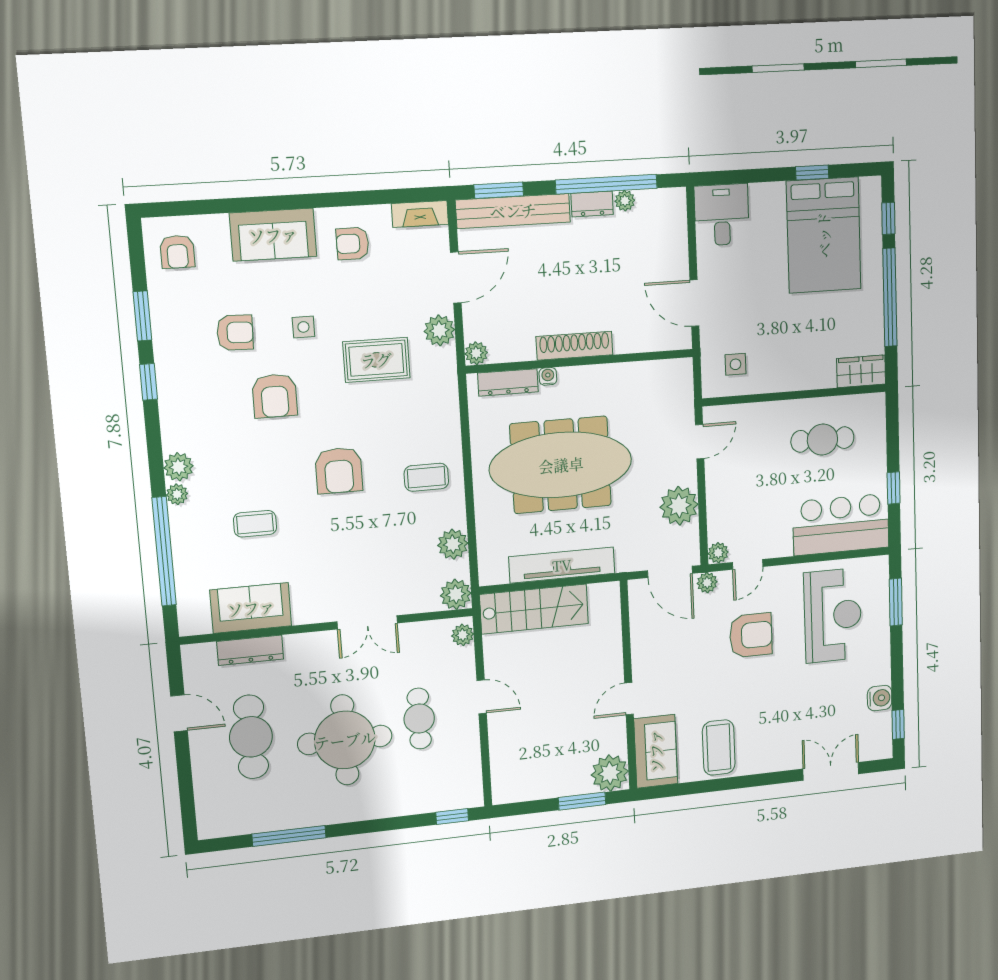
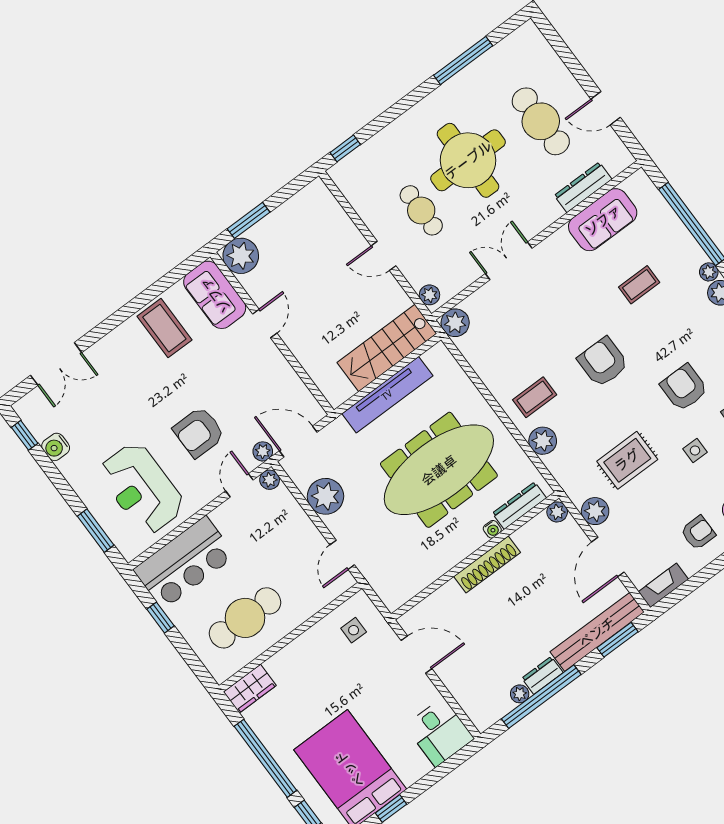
cafe table: (822, 439) -> (245, 618), width x1.37, depth x1.35
plant: (453, 544) -> (543, 441), moved

